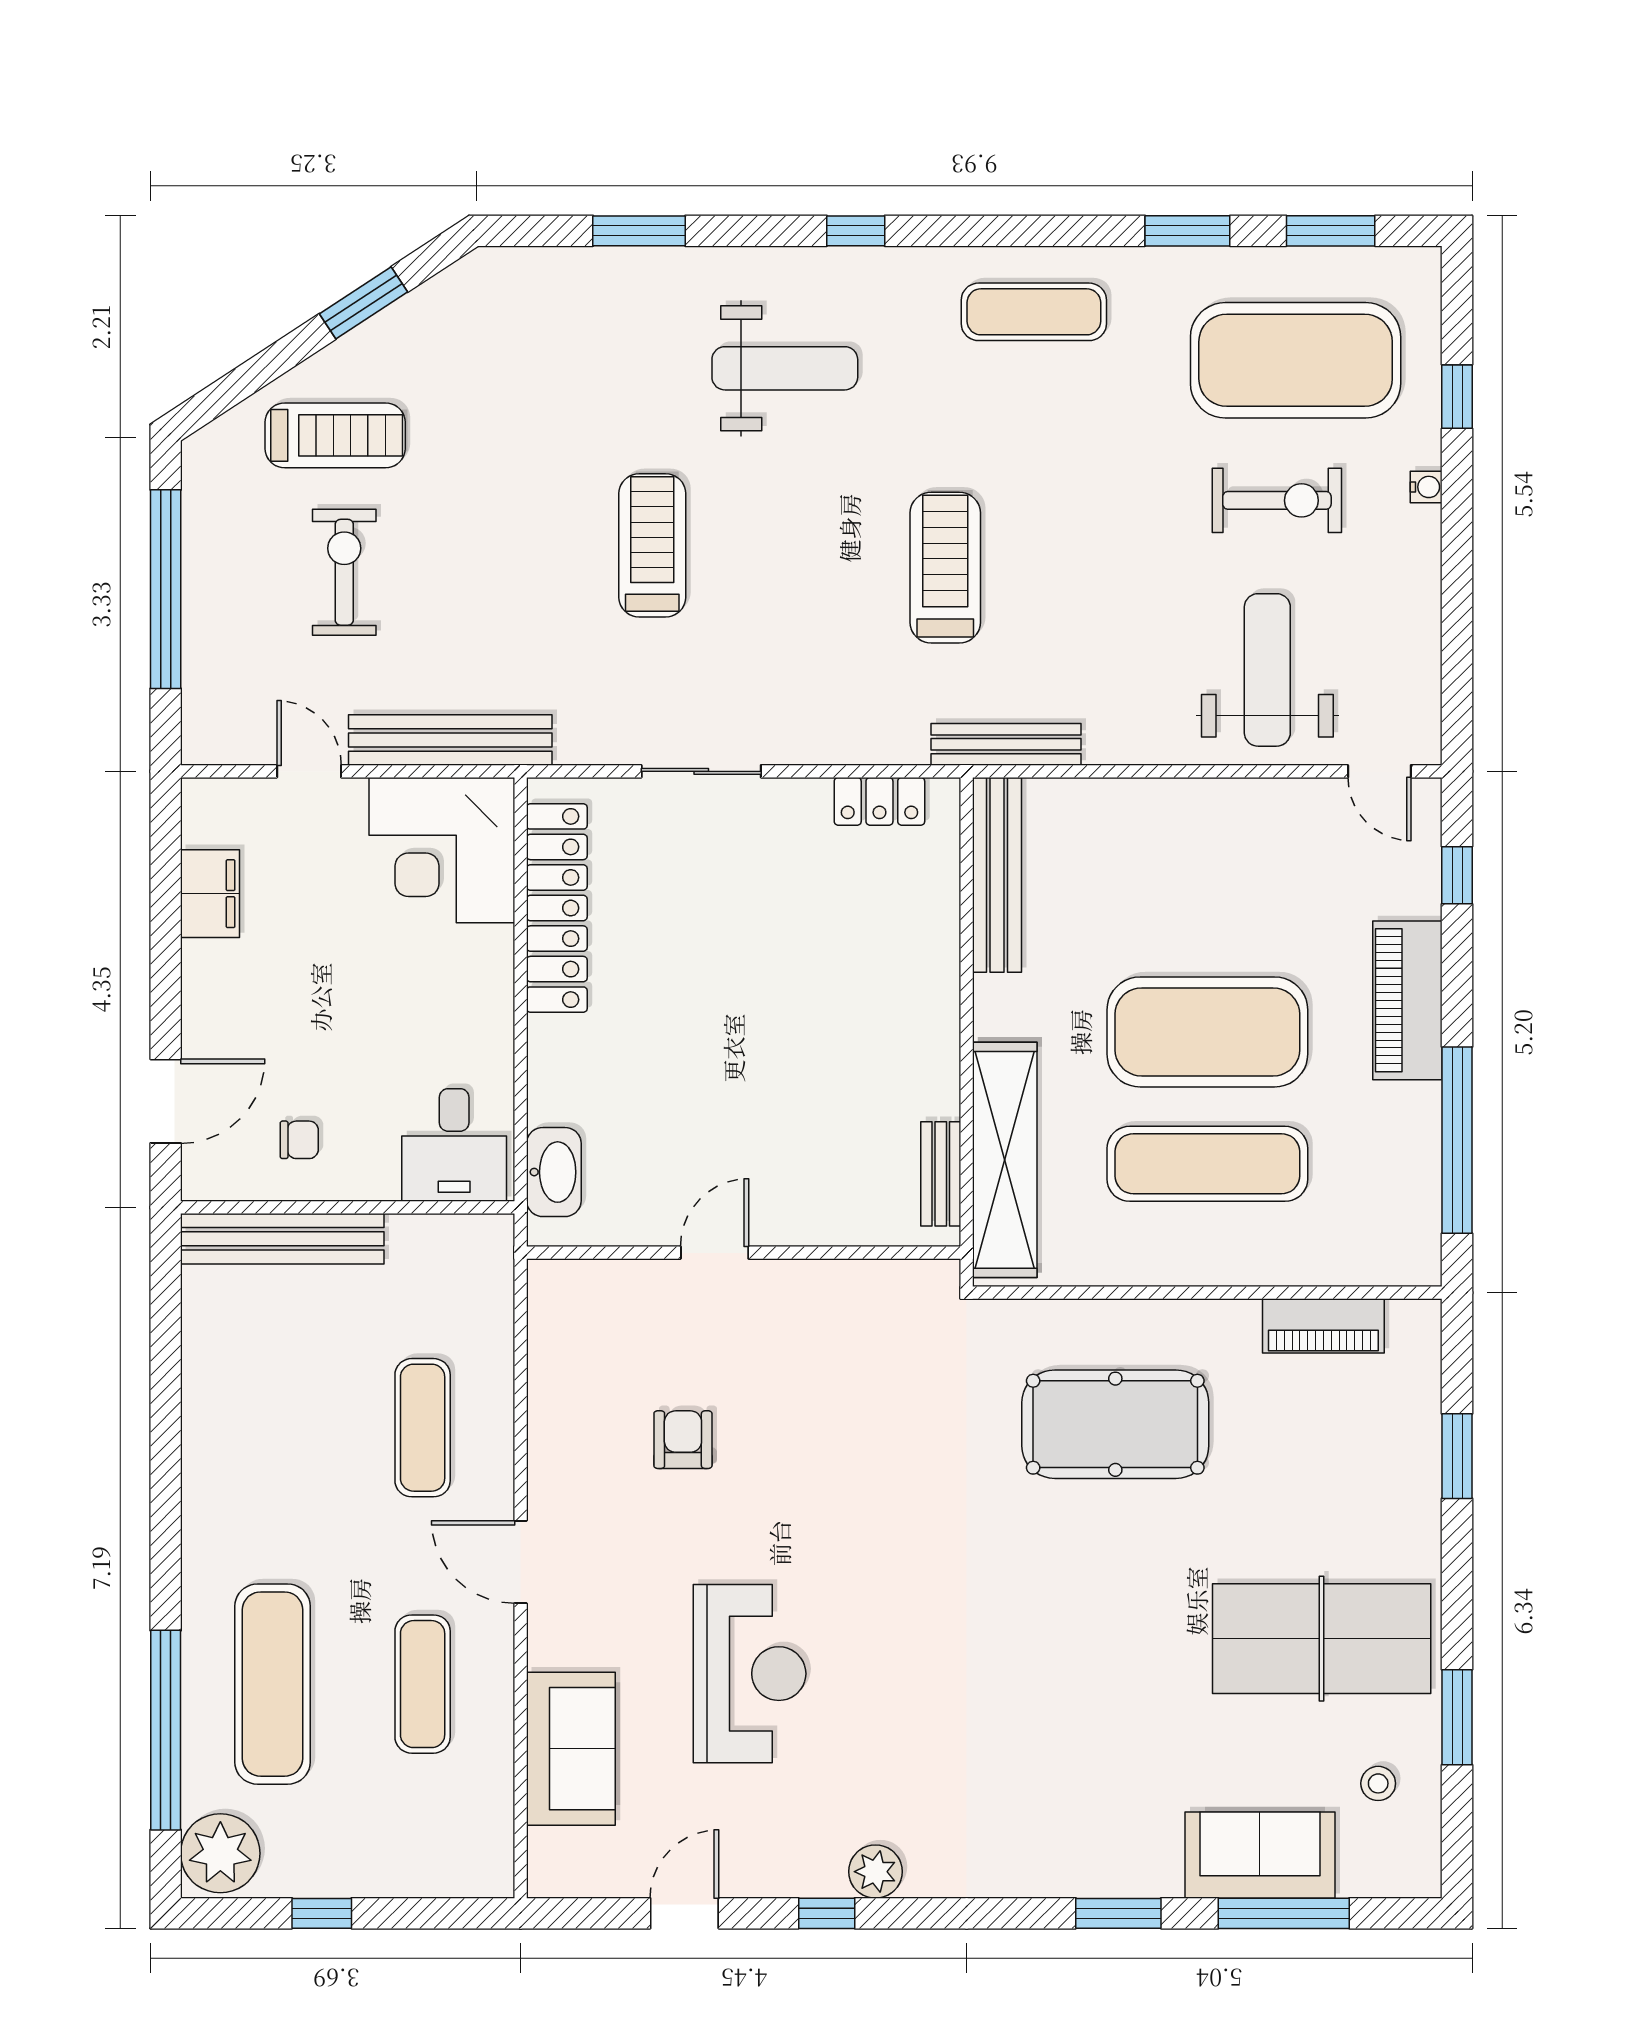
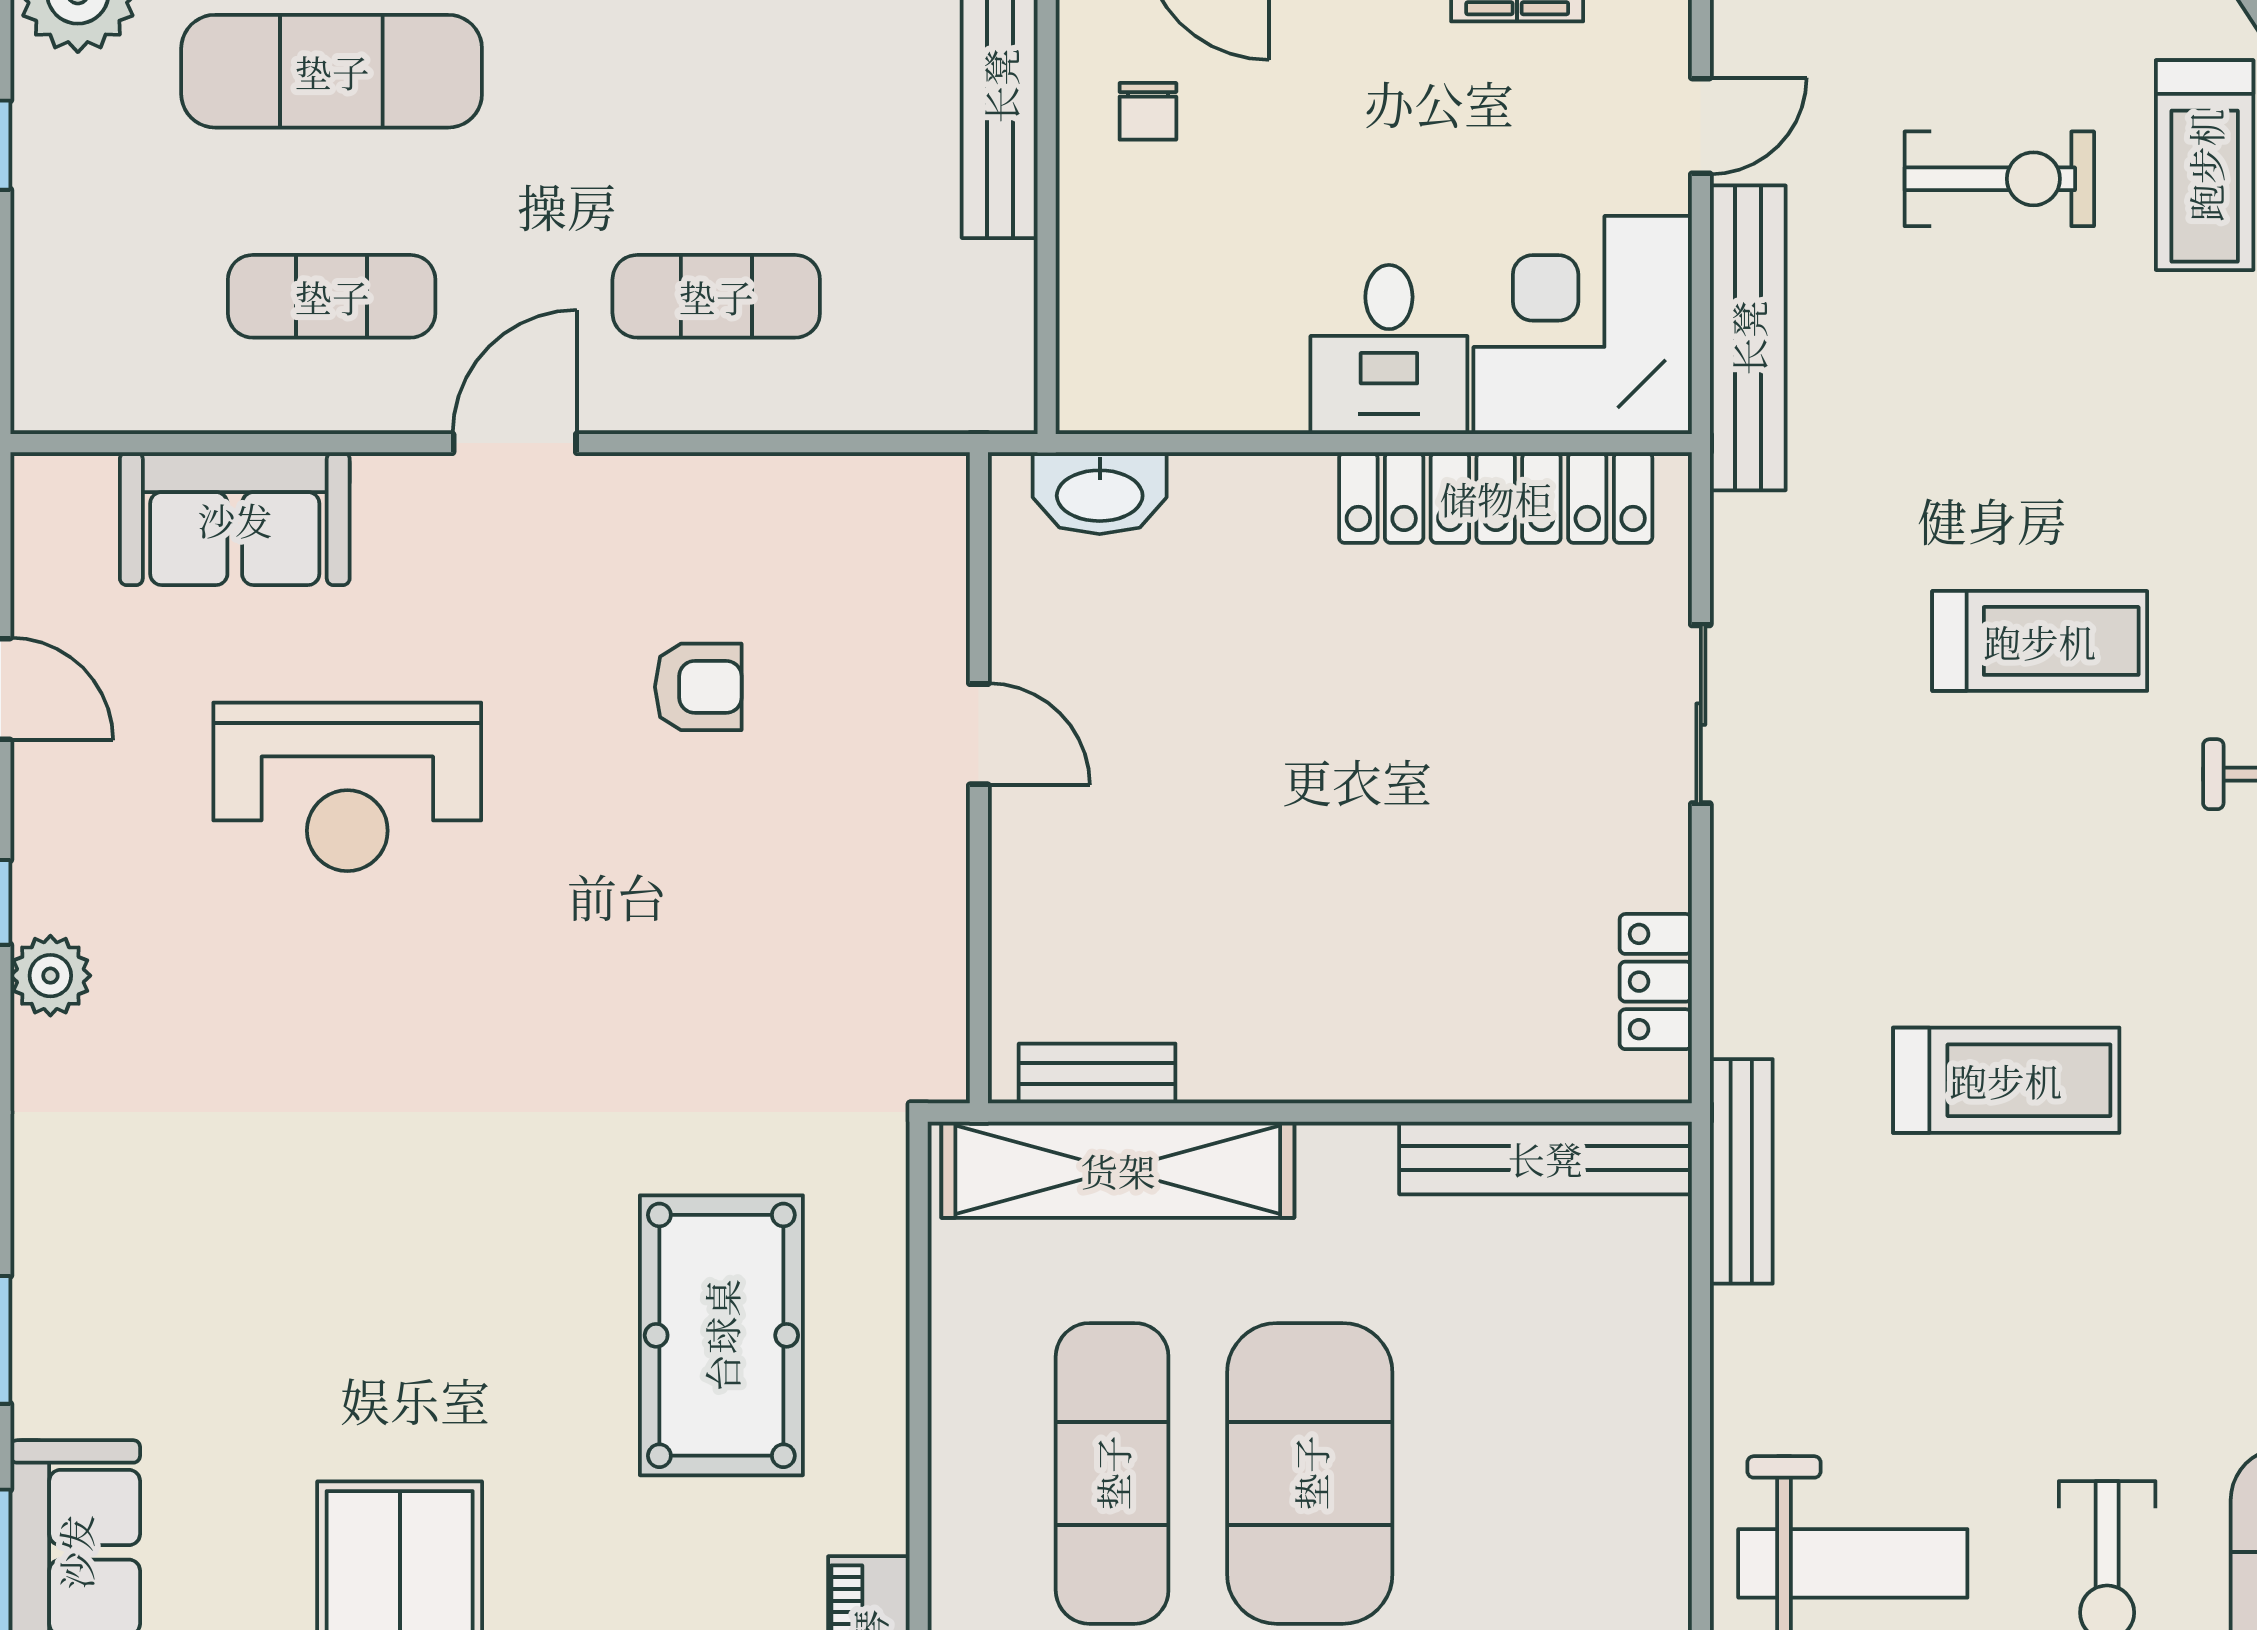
desk: (454, 1145) -> (1389, 350), moved, turned -90

